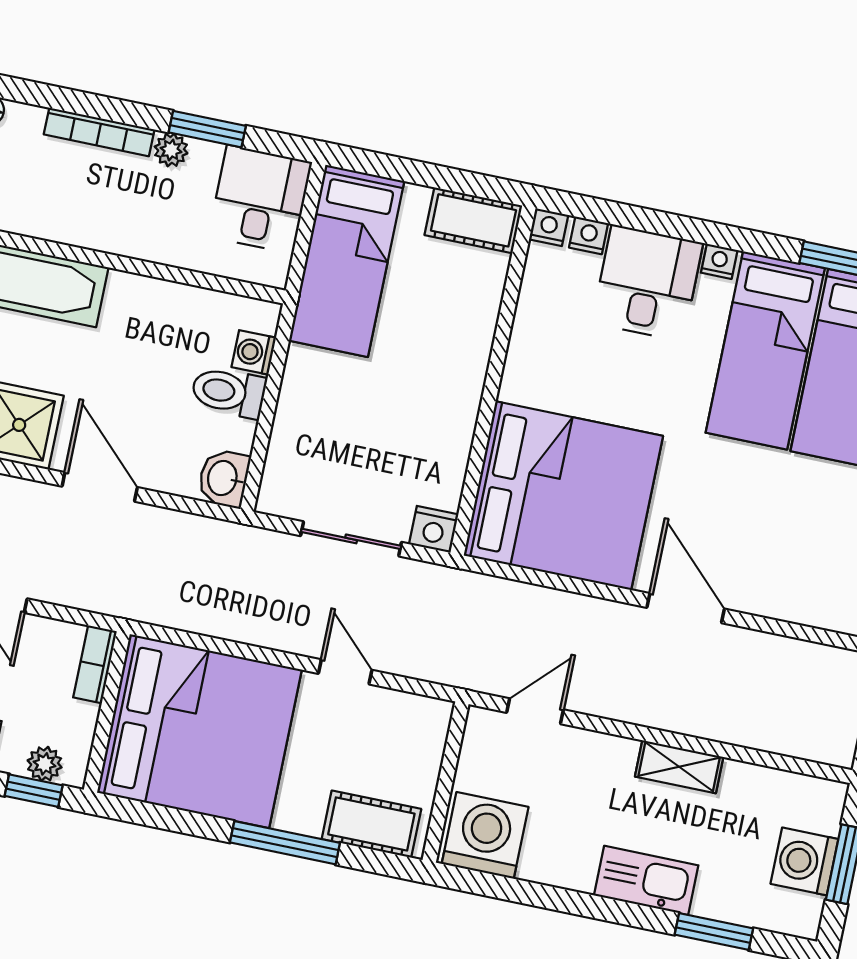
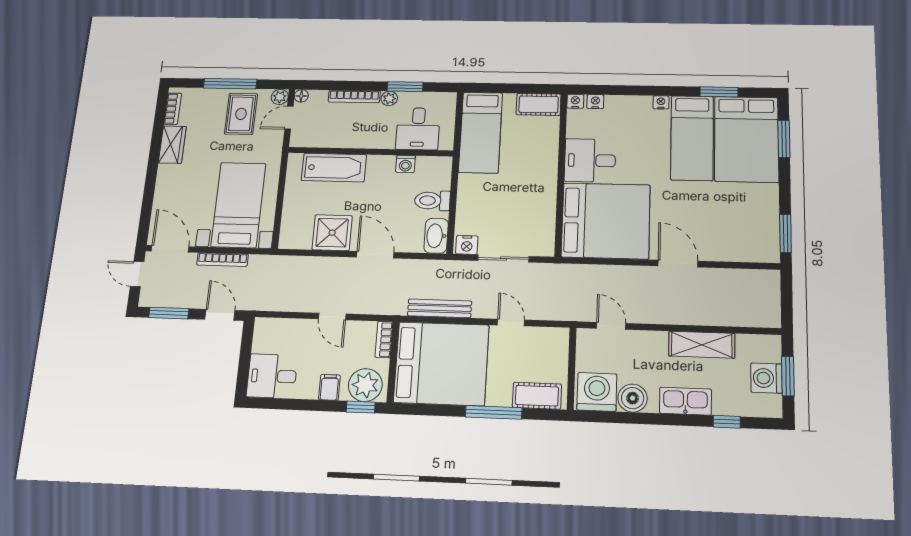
desk: (260, 199) -> (418, 129), moved, turned 180
desk: (647, 283) -> (590, 160), moved, turned -90
washing machine: (254, 352) -> (405, 164), moved, turned -90
washbasin: (224, 478) -> (436, 236), width x1.38
nightstand: (434, 529) -> (467, 245), moved
bench: (212, 620) -> (440, 308), added
door: (535, 711) -> (611, 326), hinge flipped
plant: (45, 764) -> (365, 385), width x1.88, depth x1.88
shelving: (679, 767) -> (702, 345), width x1.50, depth x1.33
boiler: (549, 858) -> (633, 398), added
window: (714, 932) -> (727, 422), width x0.67

